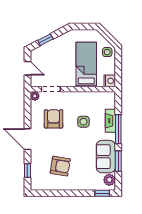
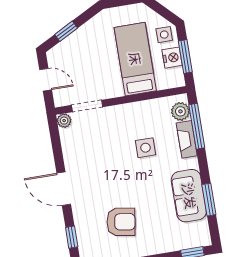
window: (118, 68) -> (185, 56), added
nightstand: (110, 81) -> (172, 58), moved
armchair: (54, 119) -> (99, 151), removed
window: (118, 129) -> (197, 126), moved
plant: (109, 180) -> (180, 111), moved

